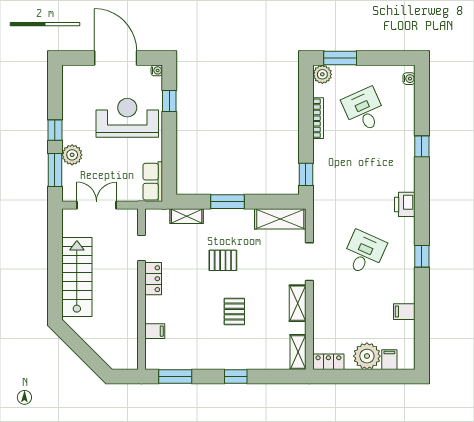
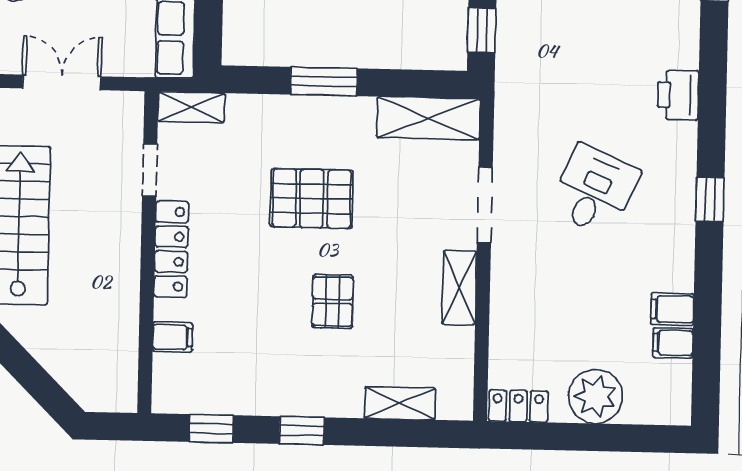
shelving: (187, 216) -> (191, 107), moved
pallet: (223, 260) -> (312, 198), width x1.50, depth x1.42
locker: (153, 279) -> (171, 249), width x1.53
shelving: (298, 352) -> (400, 403), moved, turned 90
filing cabinet: (389, 360) -> (673, 343), moved, turned -90
window: (175, 376) -> (211, 429), width x0.67
window: (236, 376) -> (302, 431), moved

